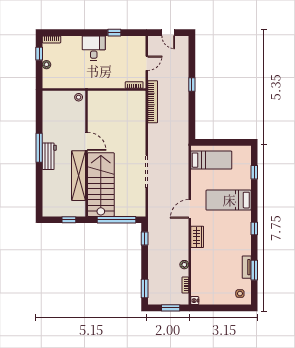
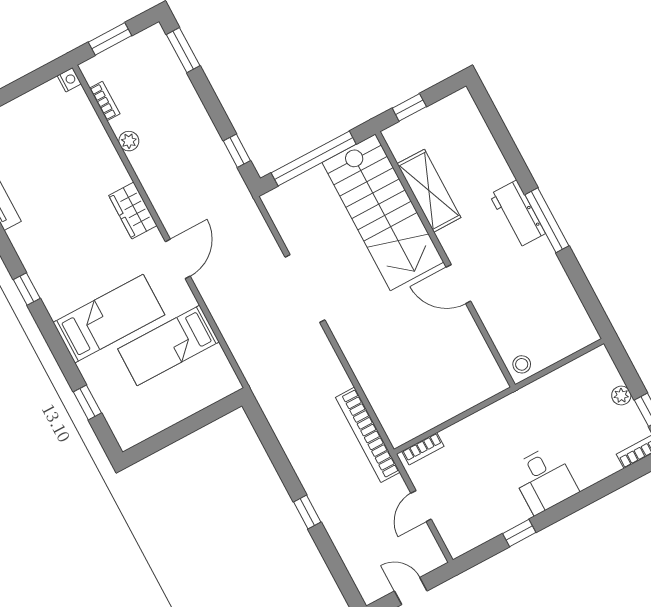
bed: (211, 160) -> (168, 345), moved
shelving: (79, 176) -> (429, 191), width x0.68

